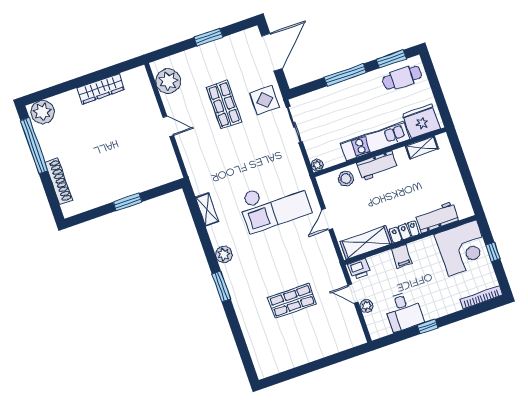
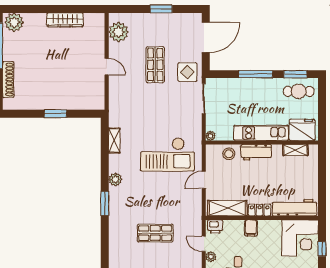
workbench: (437, 217) -> (294, 208), width x1.38

